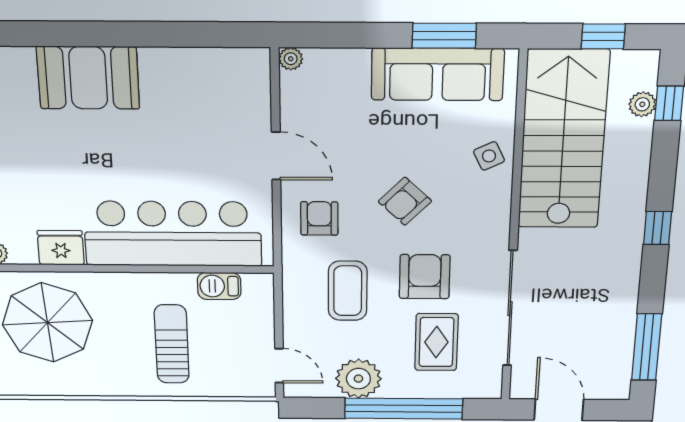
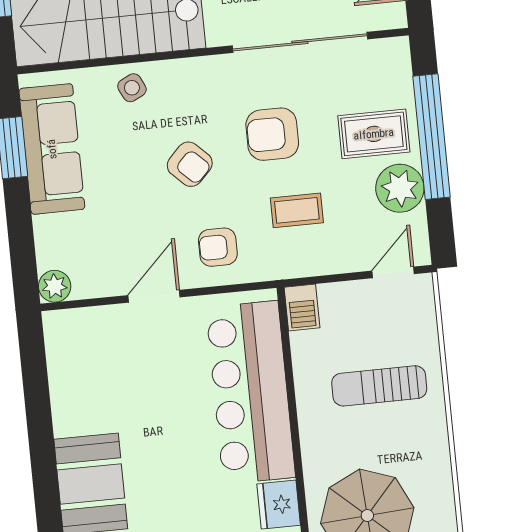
plant: (291, 59) -> (55, 286), width x1.38, depth x1.38
barbecue: (219, 286) -> (302, 307), moved
coffee table: (348, 291) -> (297, 210), width x0.73, depth x0.77
rug: (436, 342) -> (374, 134), moved

